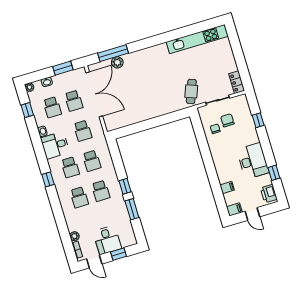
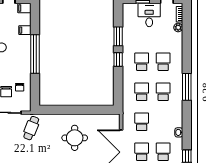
round table: (145, 95) -> (75, 138), added
desk: (55, 145) -> (171, 116), removed
window: (210, 167) -> (35, 54), added
window: (48, 179) -> (187, 87), width x2.17

